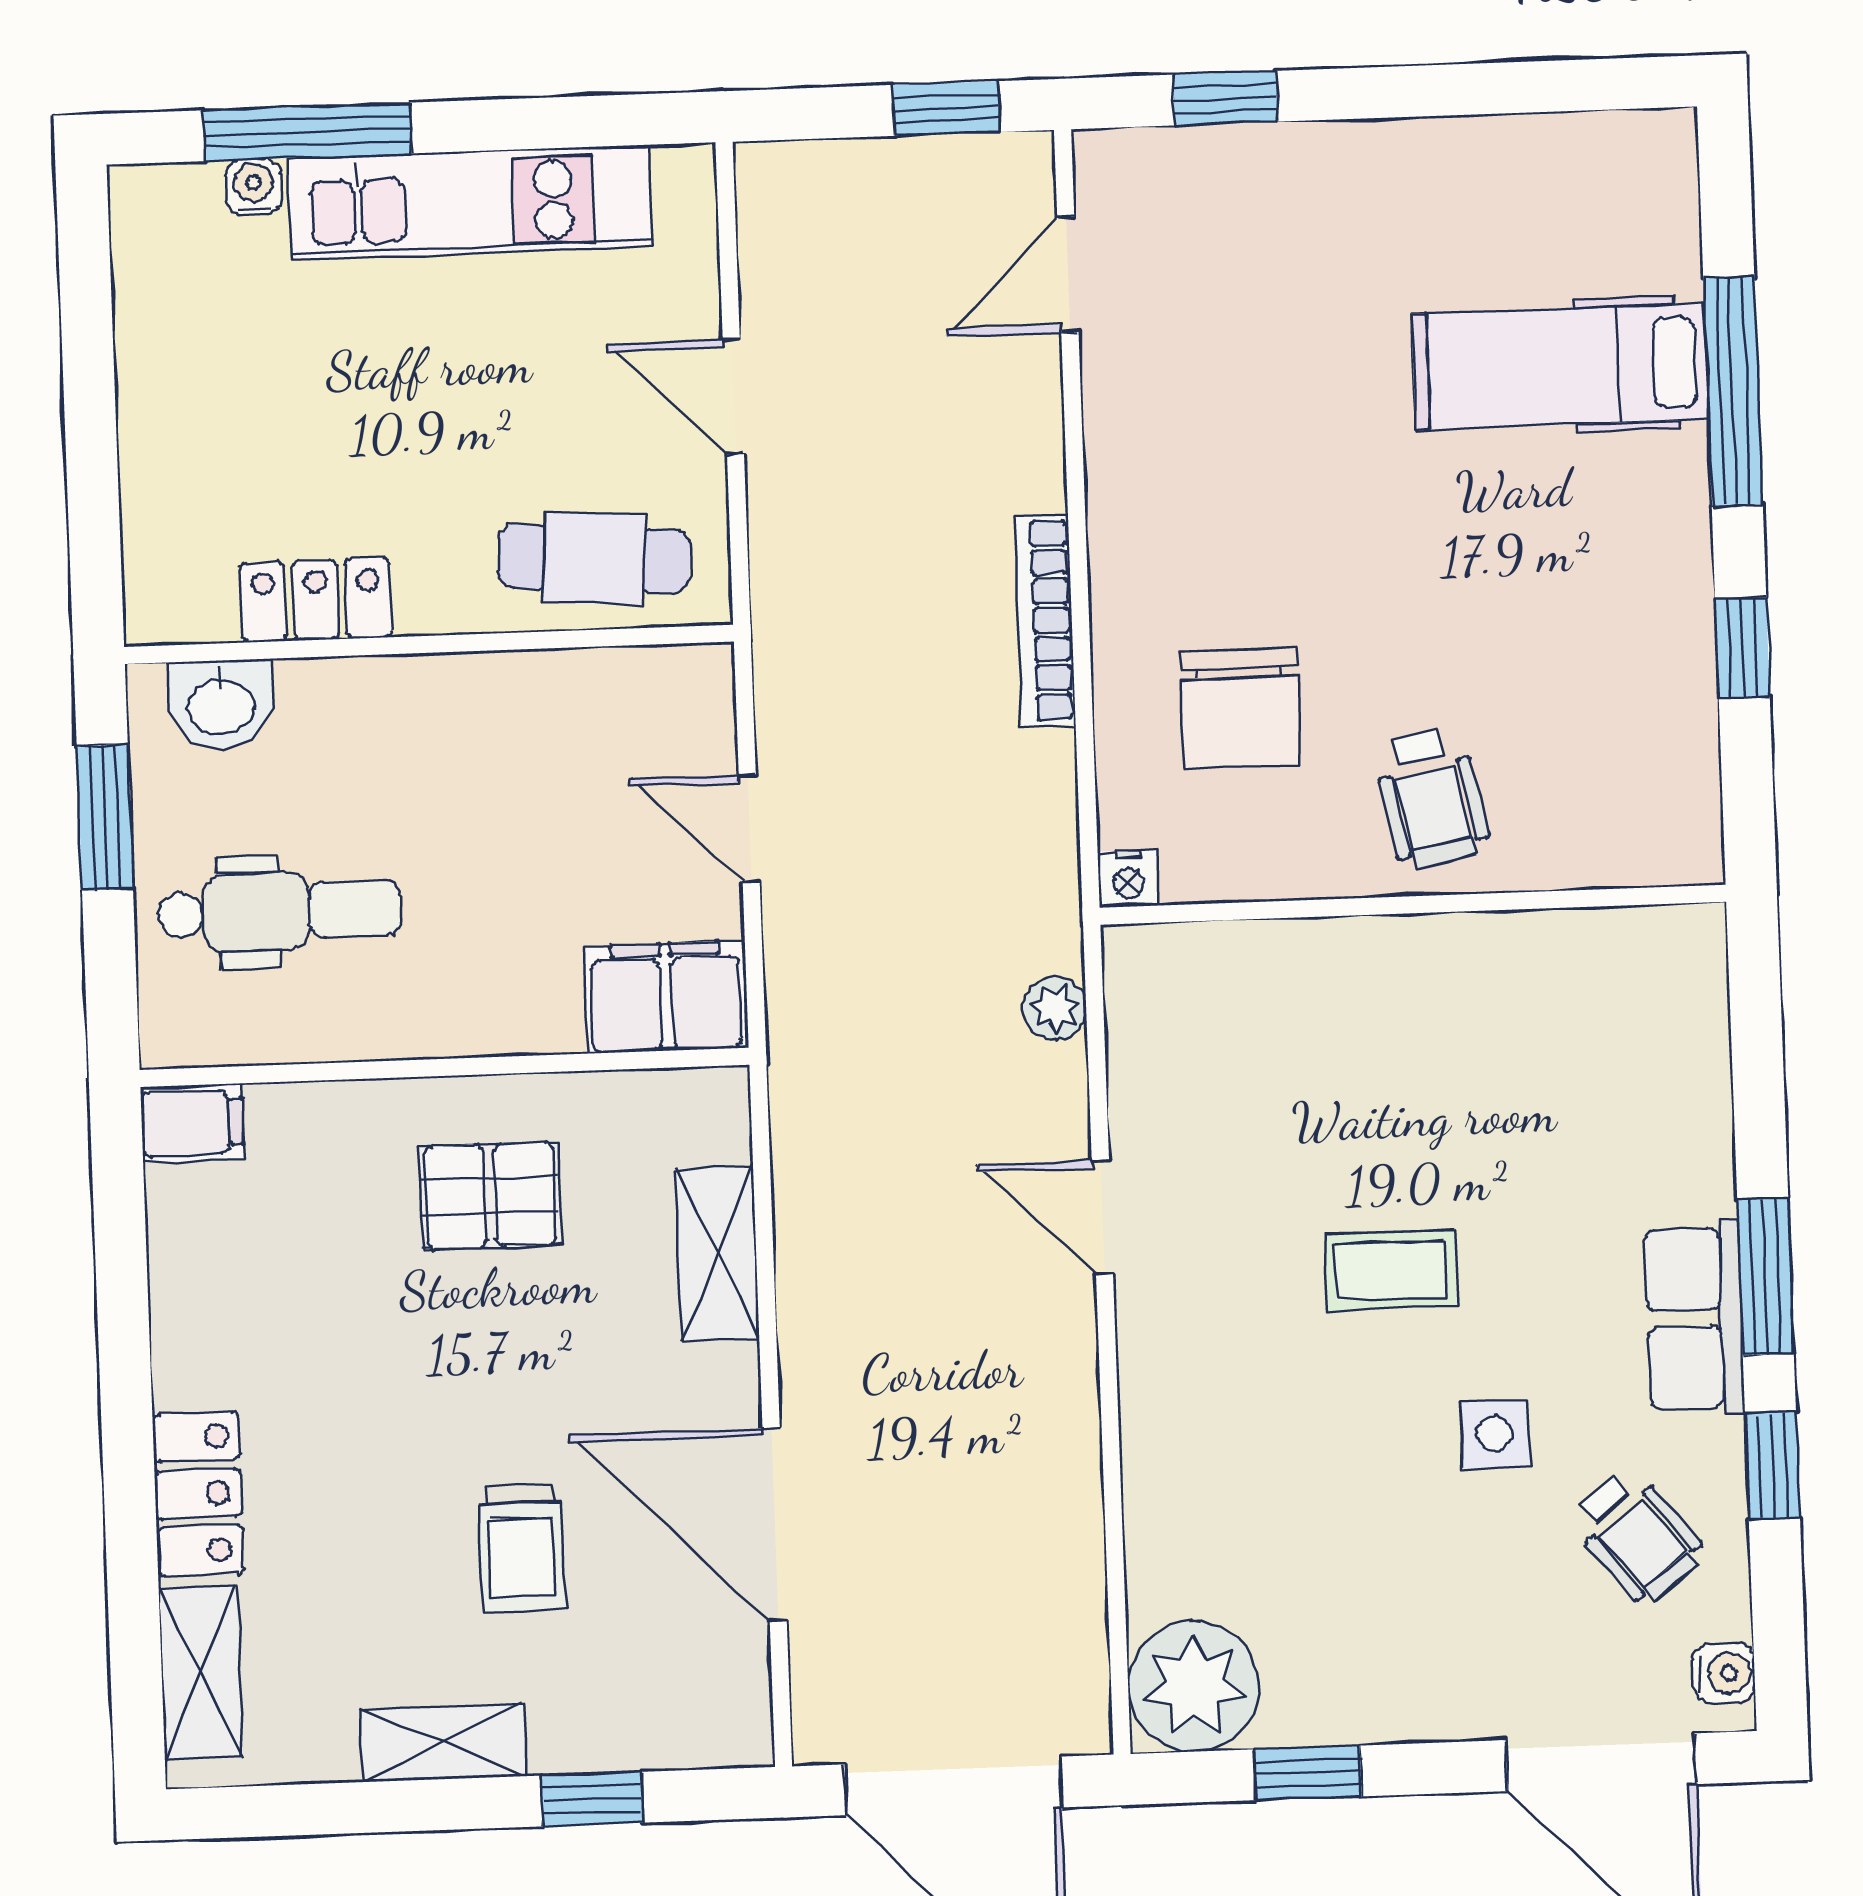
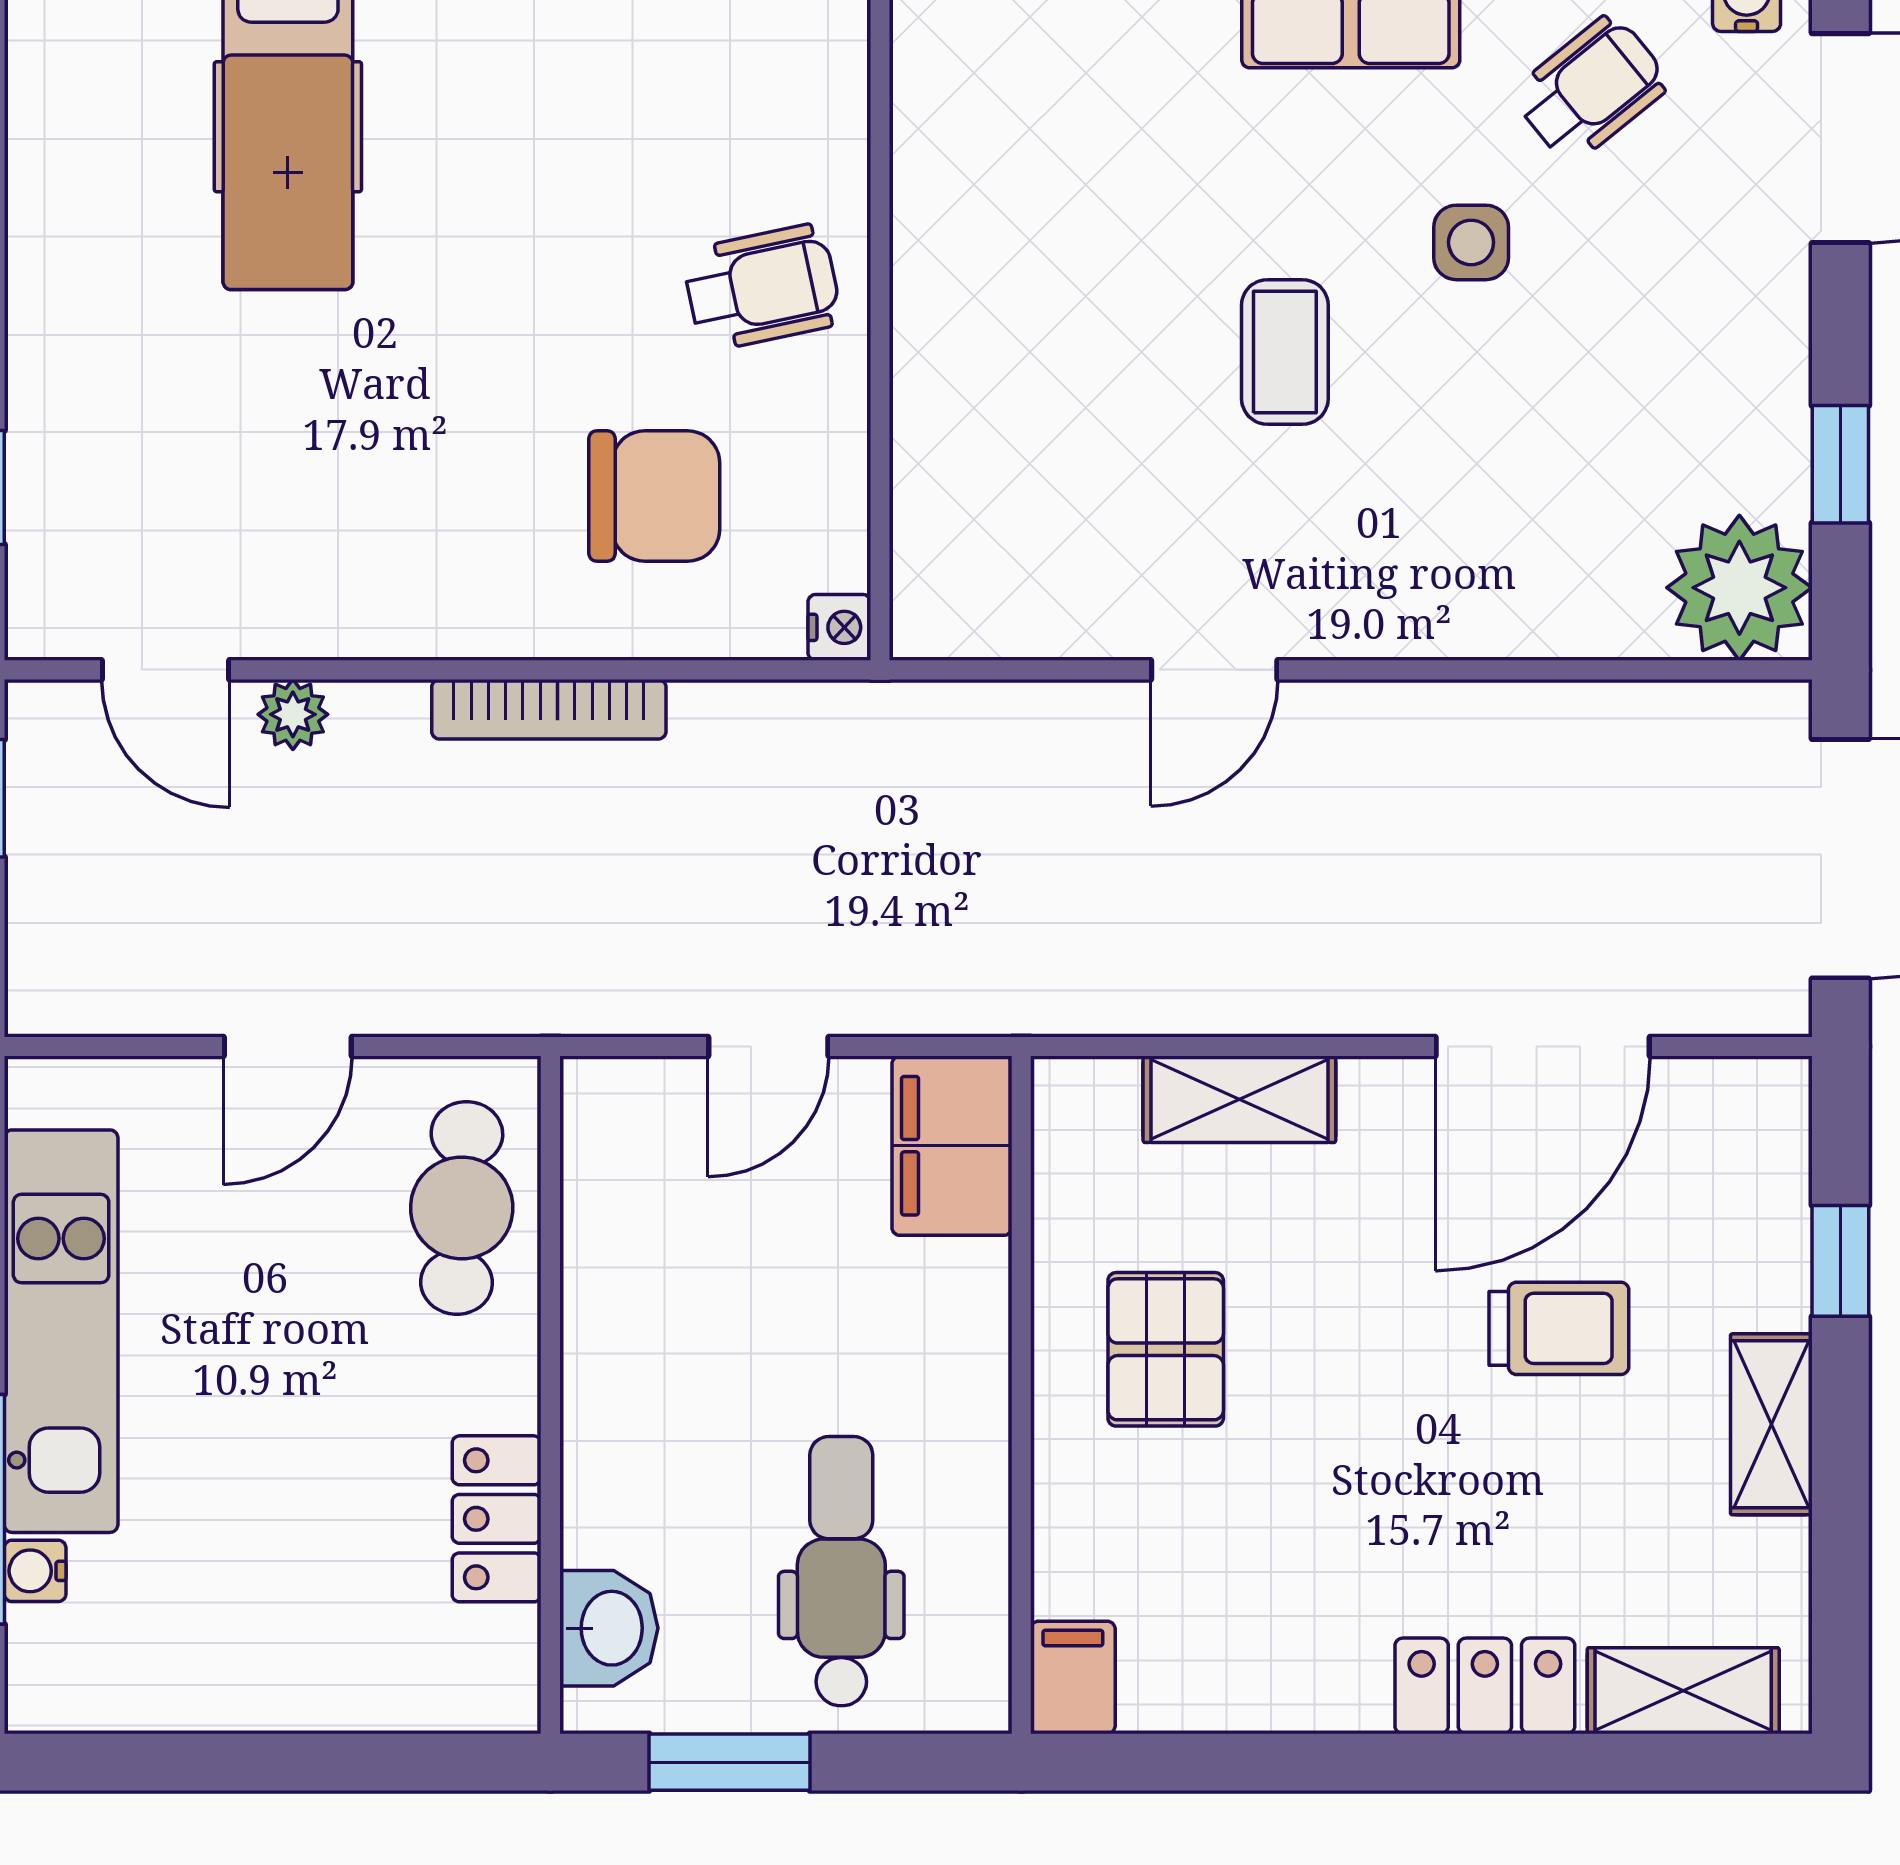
plant: (1055, 1009) -> (293, 714), moved

